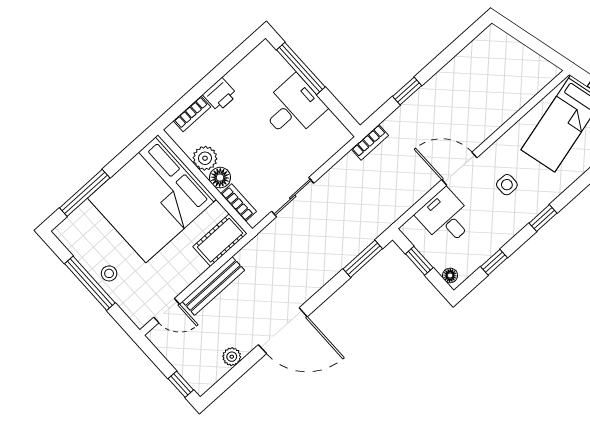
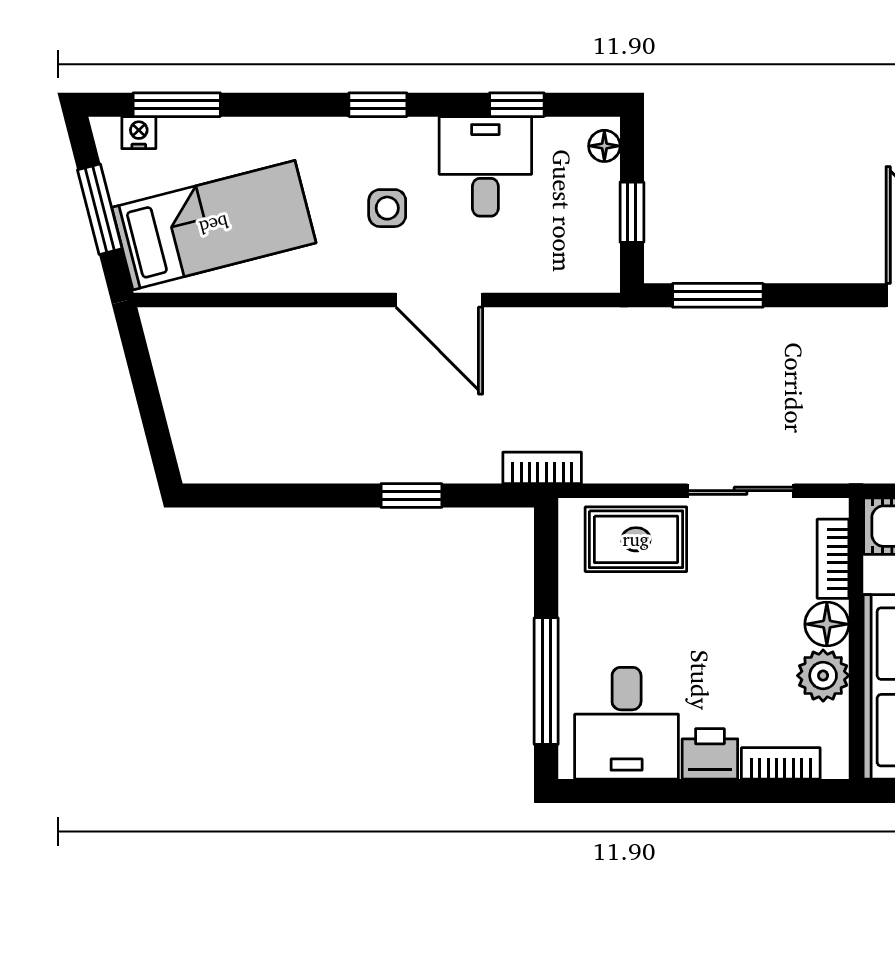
desk: (293, 108) -> (627, 723), moved, turned -90
rug: (314, 147) -> (636, 539), added
desk: (445, 218) -> (485, 166), moved, turned 180

